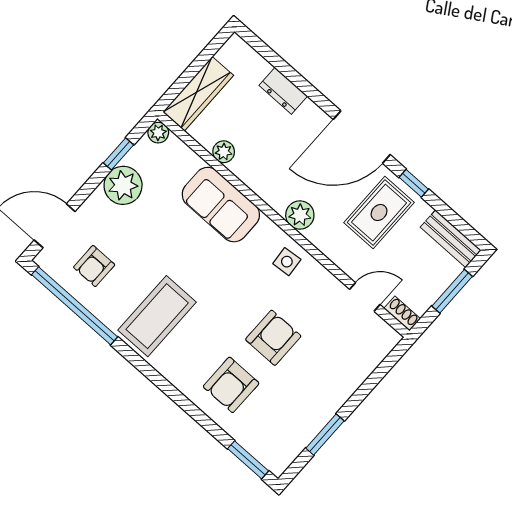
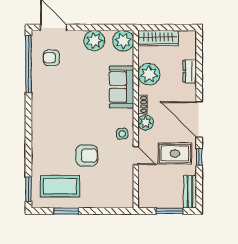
plant: (158, 133) -> (123, 41), width x1.88, depth x1.88
plant: (224, 152) -> (149, 74), width x1.88, depth x1.88
window: (118, 154) -> (105, 28), removed
door: (365, 297) -> (136, 156), moved
shoe rack: (402, 314) -> (142, 104), moved
coffee table: (157, 316) -> (60, 186), moved
armchair: (231, 385) -> (53, 155), removed

